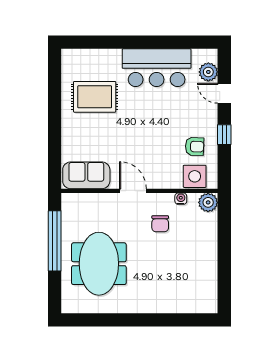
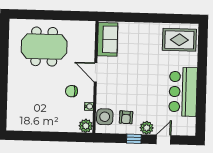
plant: (208, 72) -> (147, 128), moved
rug: (95, 97) -> (179, 40), moved, turned 90
door: (133, 191) -> (96, 72), swing flipped
window: (55, 241) -> (61, 15), removed

